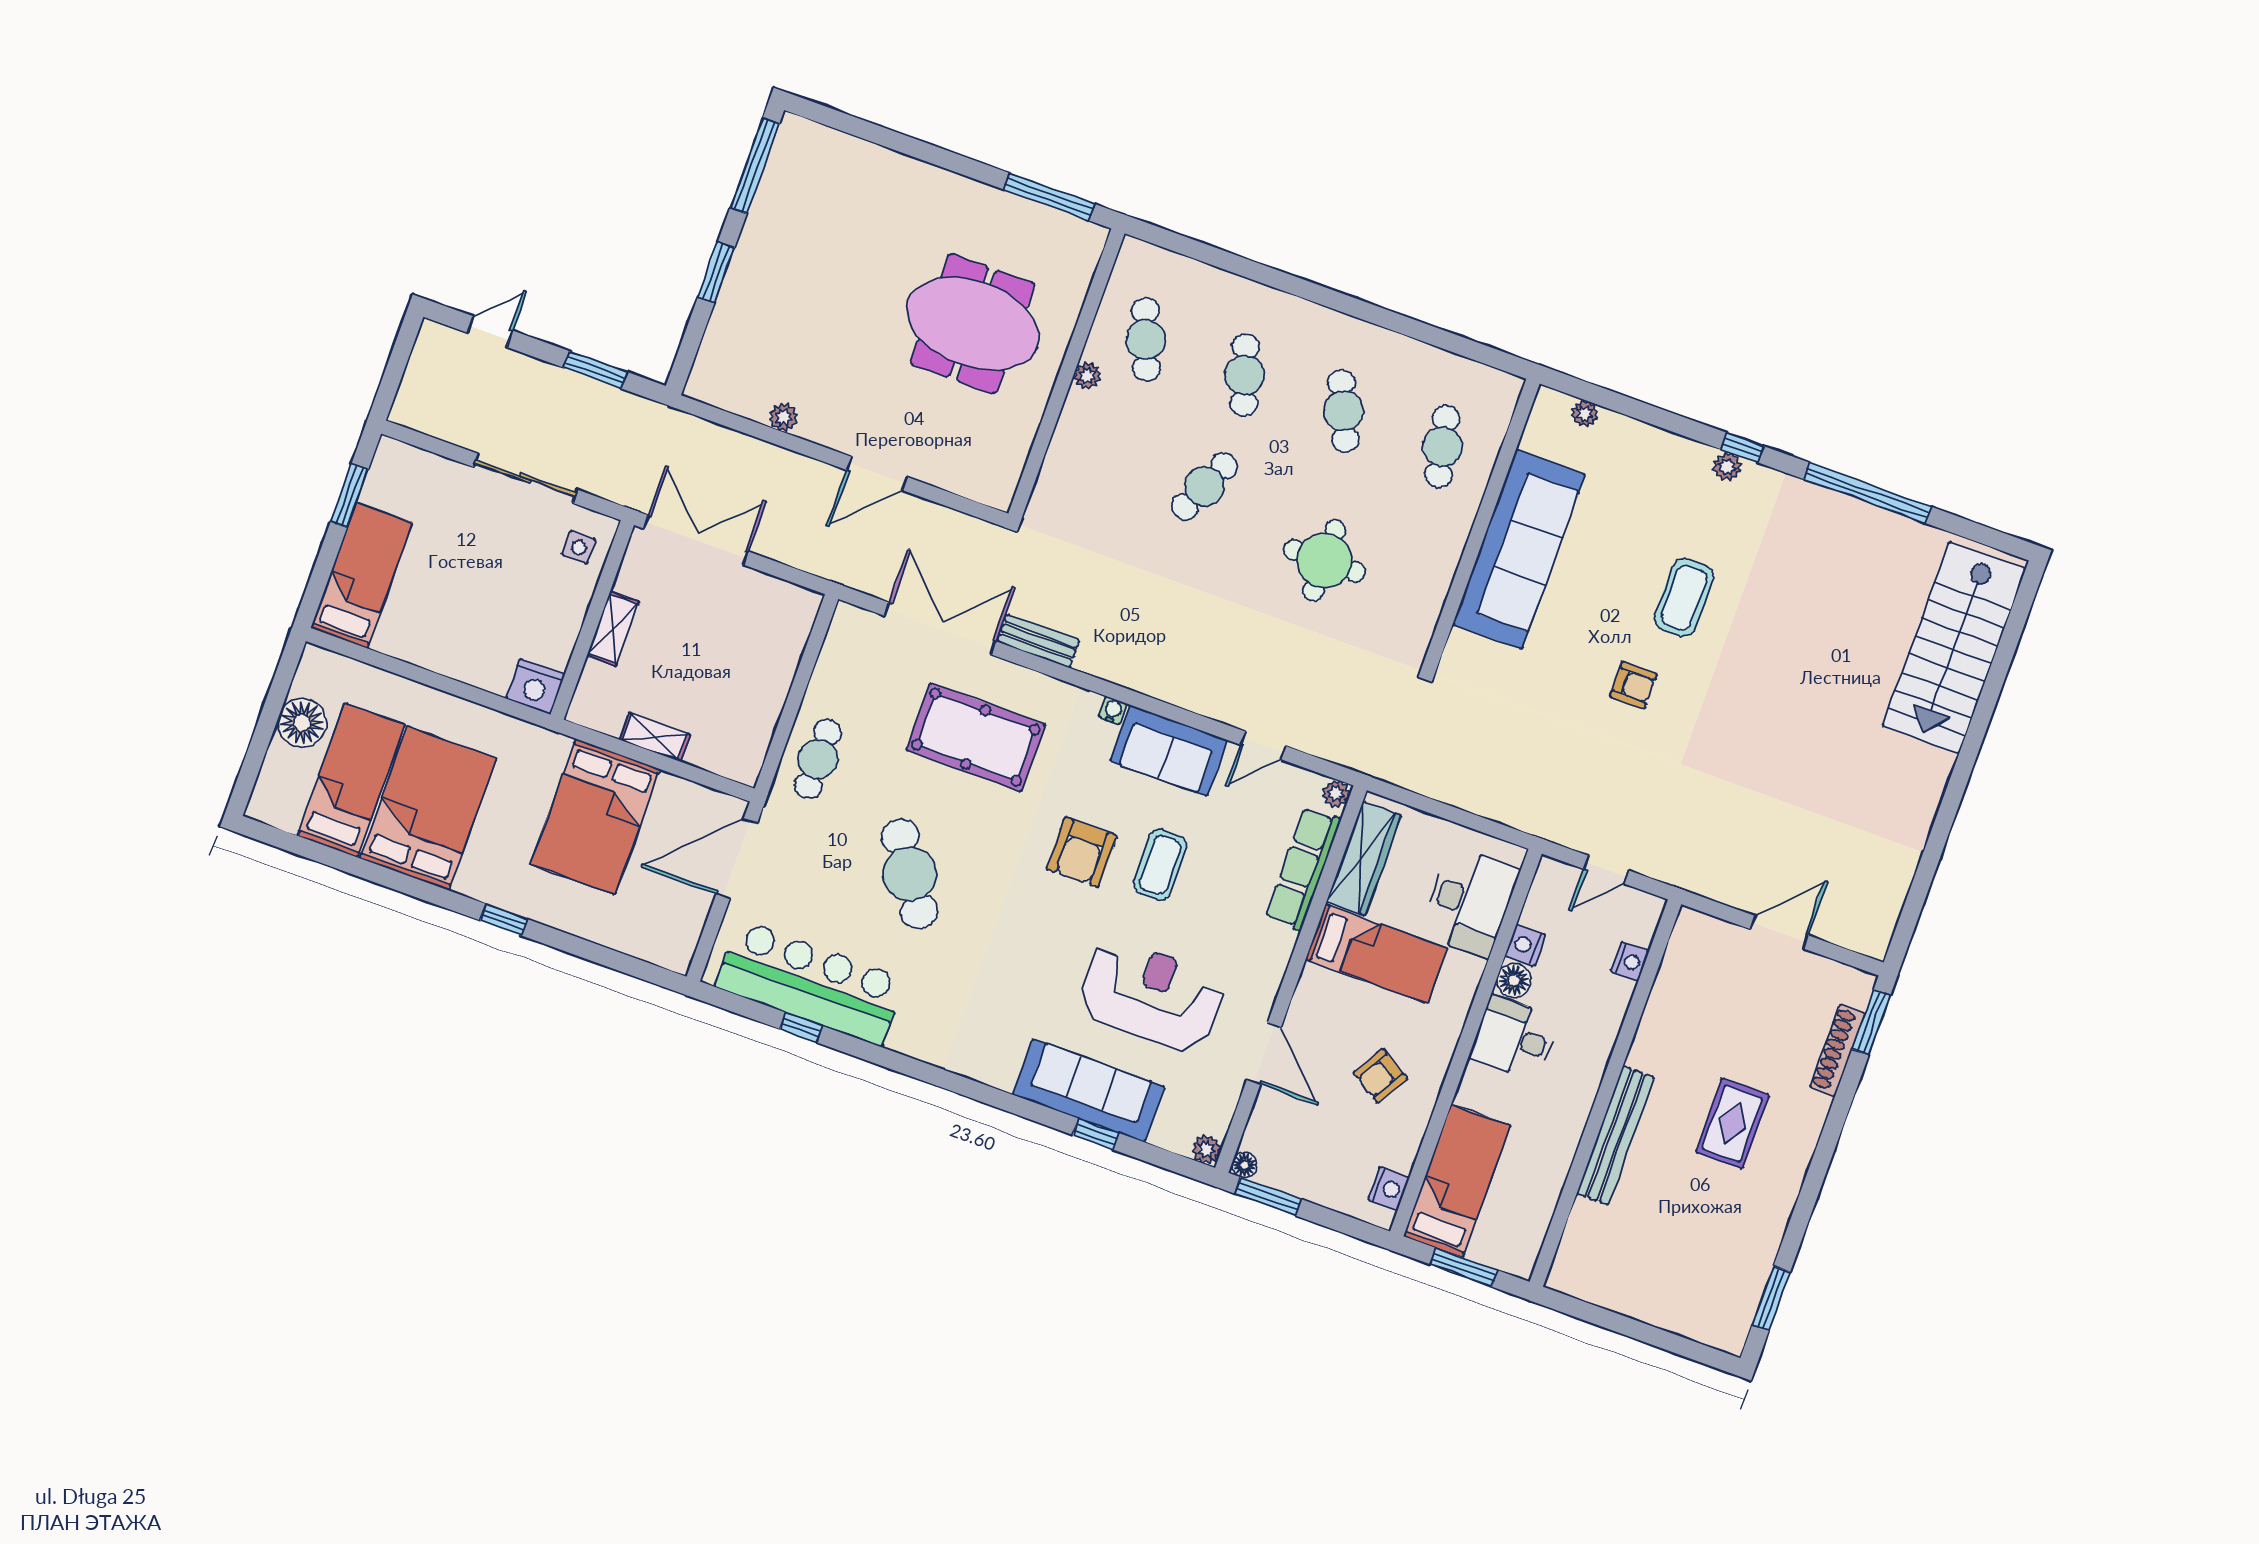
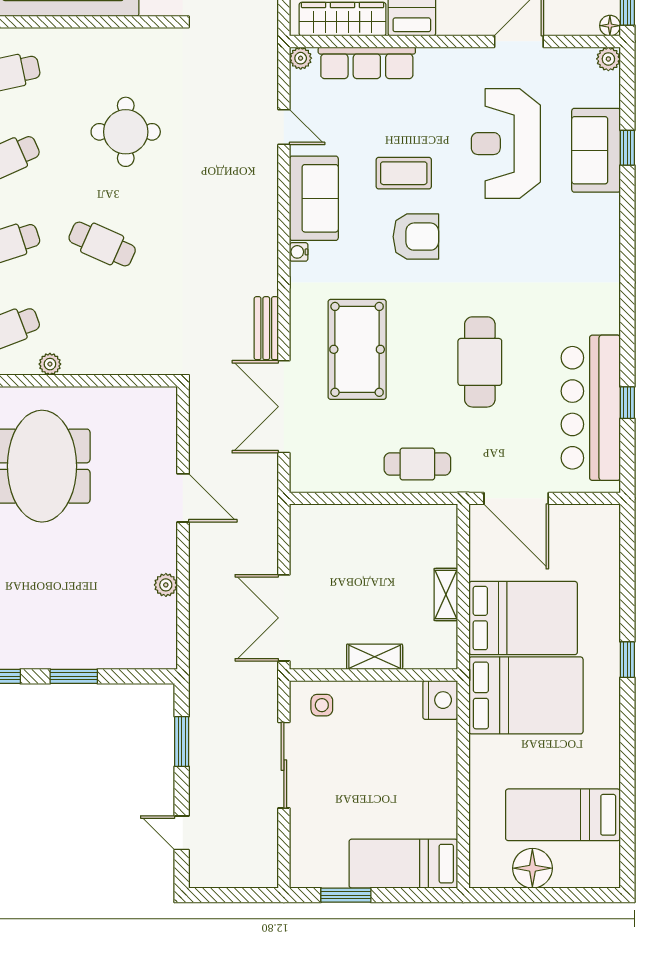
bed: (428, 809) -> (526, 695), moved, turned 180
cafe table: (910, 874) -> (480, 362), turned -56
sofa: (1089, 1090) -> (596, 150), width x0.73

